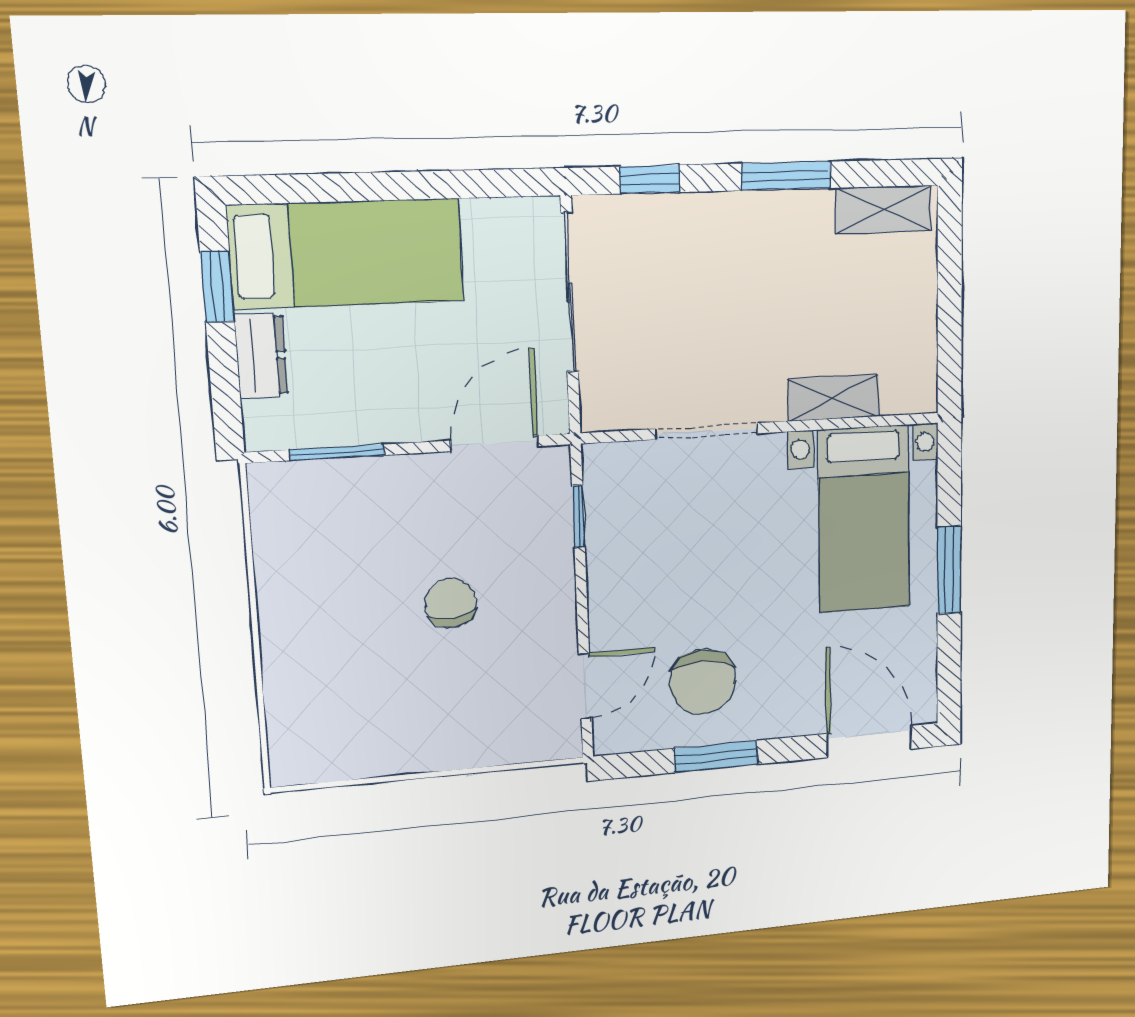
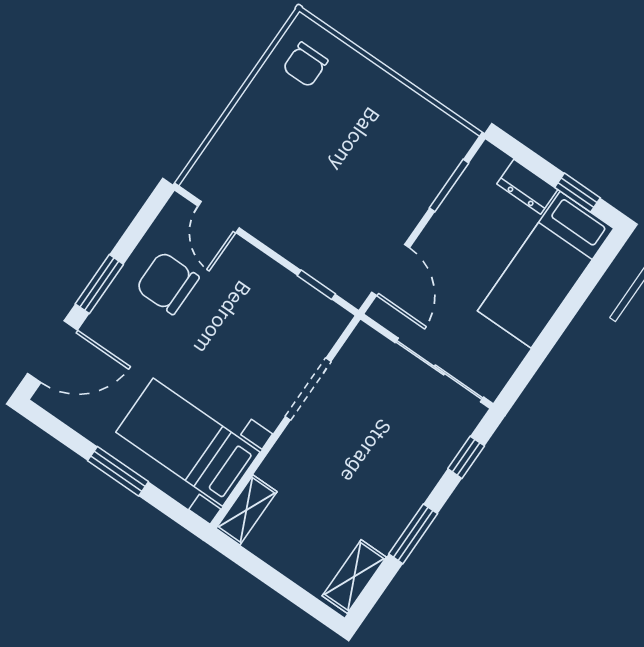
shelving: (834, 398) -> (246, 510), moved
chair: (451, 603) -> (305, 65), moved, turned 96
window: (716, 757) -> (99, 284), moved

